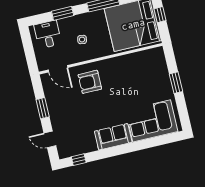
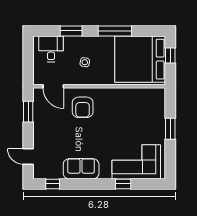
armchair: (90, 82) -> (83, 107), turned -90
window: (43, 108) -> (28, 112), moved
sofa: (113, 137) -> (81, 169), moved
window: (144, 144) -> (123, 184), added

